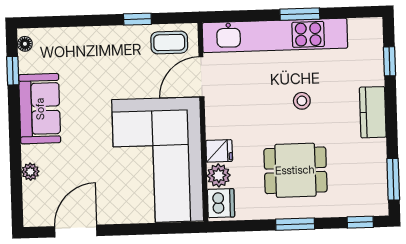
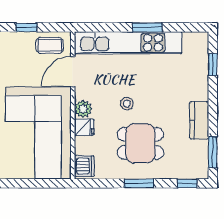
stool: (302, 101) -> (127, 104), moved
kitchen counter: (373, 112) -> (199, 120), moved
plant: (219, 175) -> (83, 109), moved

